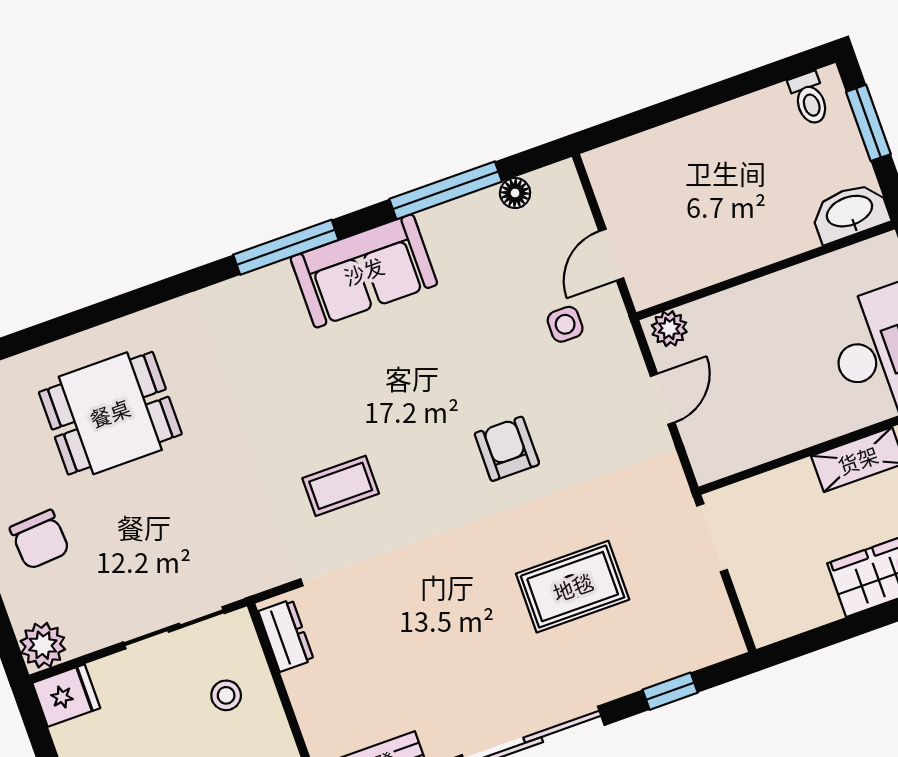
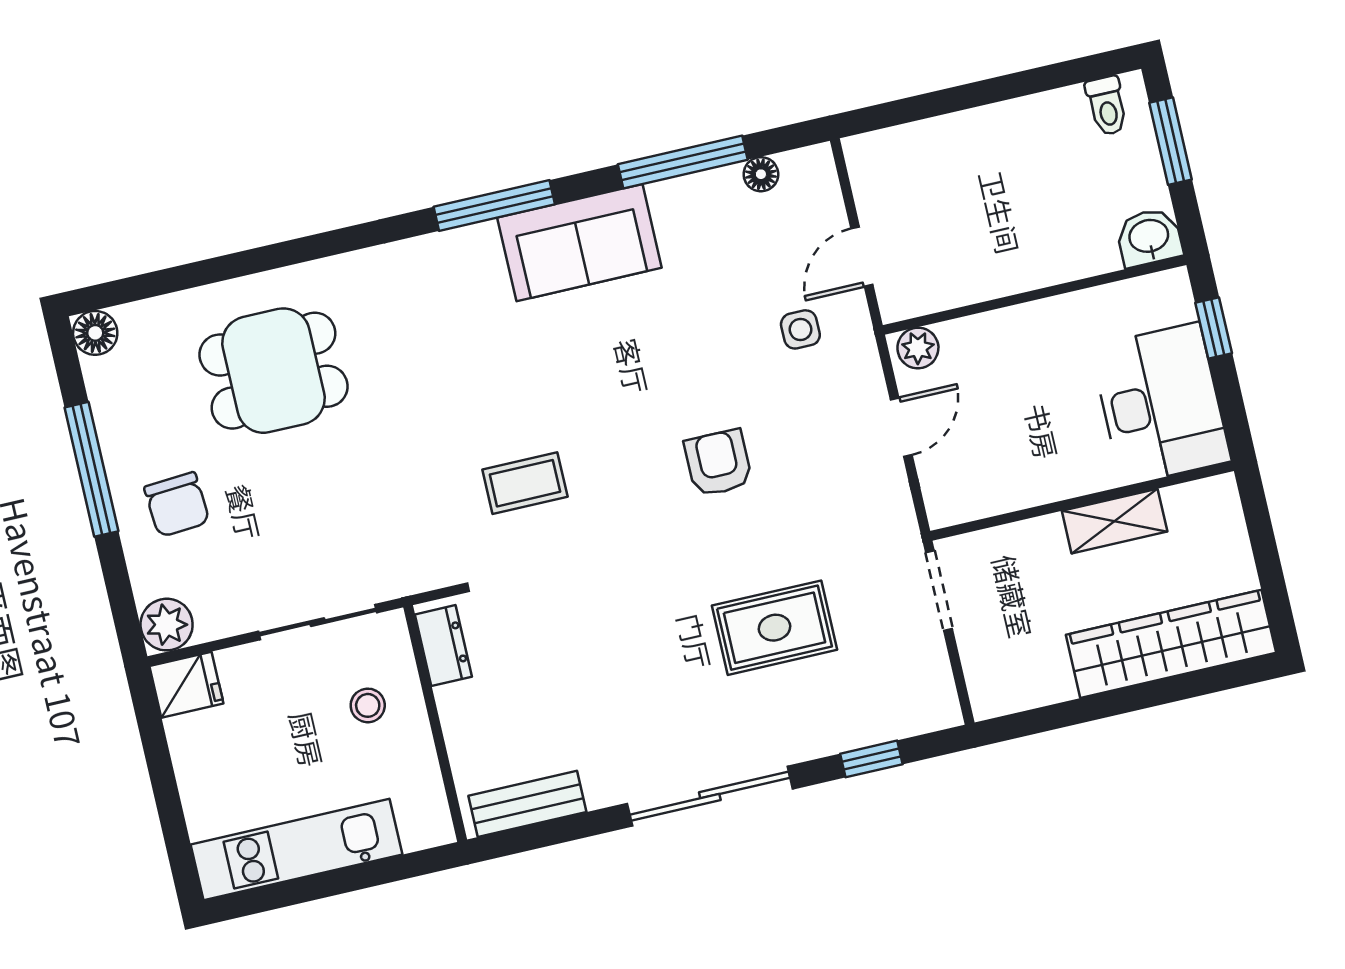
washbasin: (850, 212) -> (1149, 237), width x0.72

